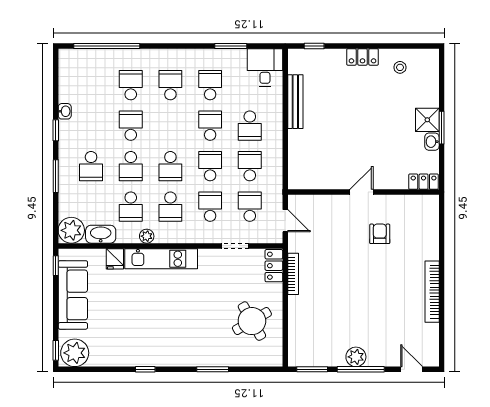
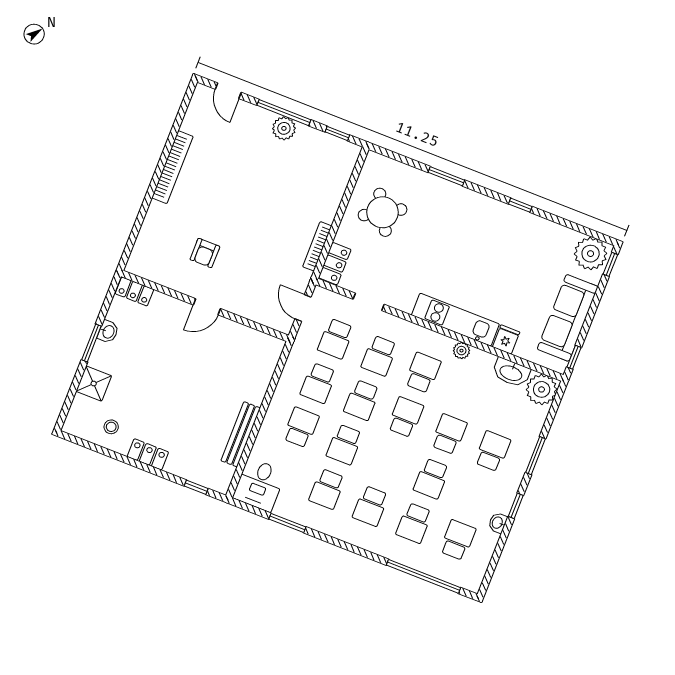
shower: (427, 120) -> (94, 384), moved
school desk: (131, 207) -> (458, 540), moved
window: (312, 369) -> (337, 134), width x0.67

